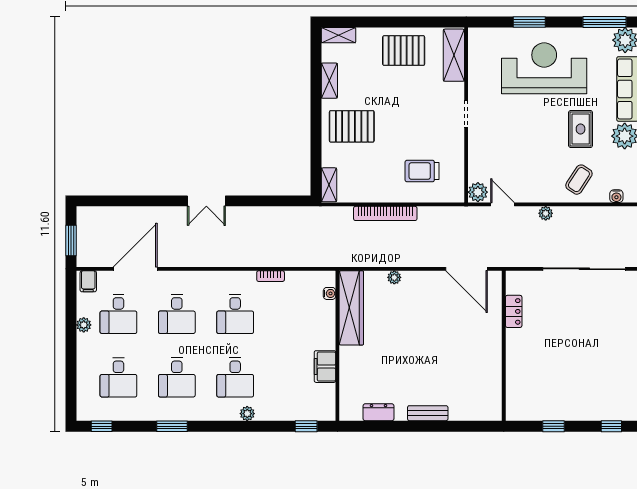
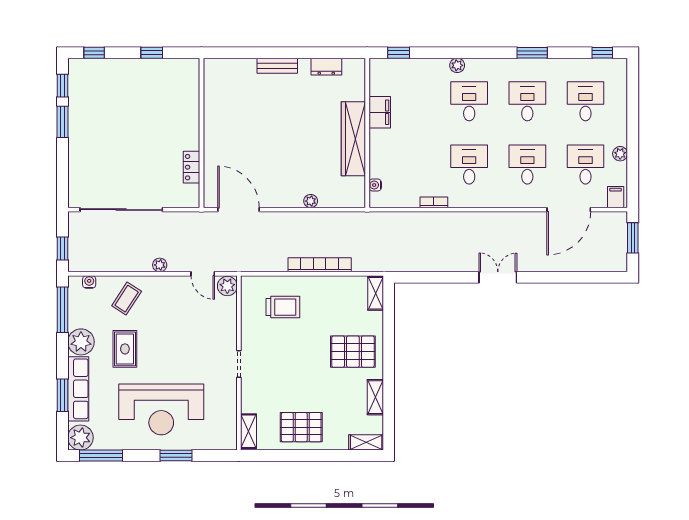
shelving: (454, 55) -> (249, 431), width x0.67, depth x0.75
wardrobe: (351, 308) -> (353, 139), moved

